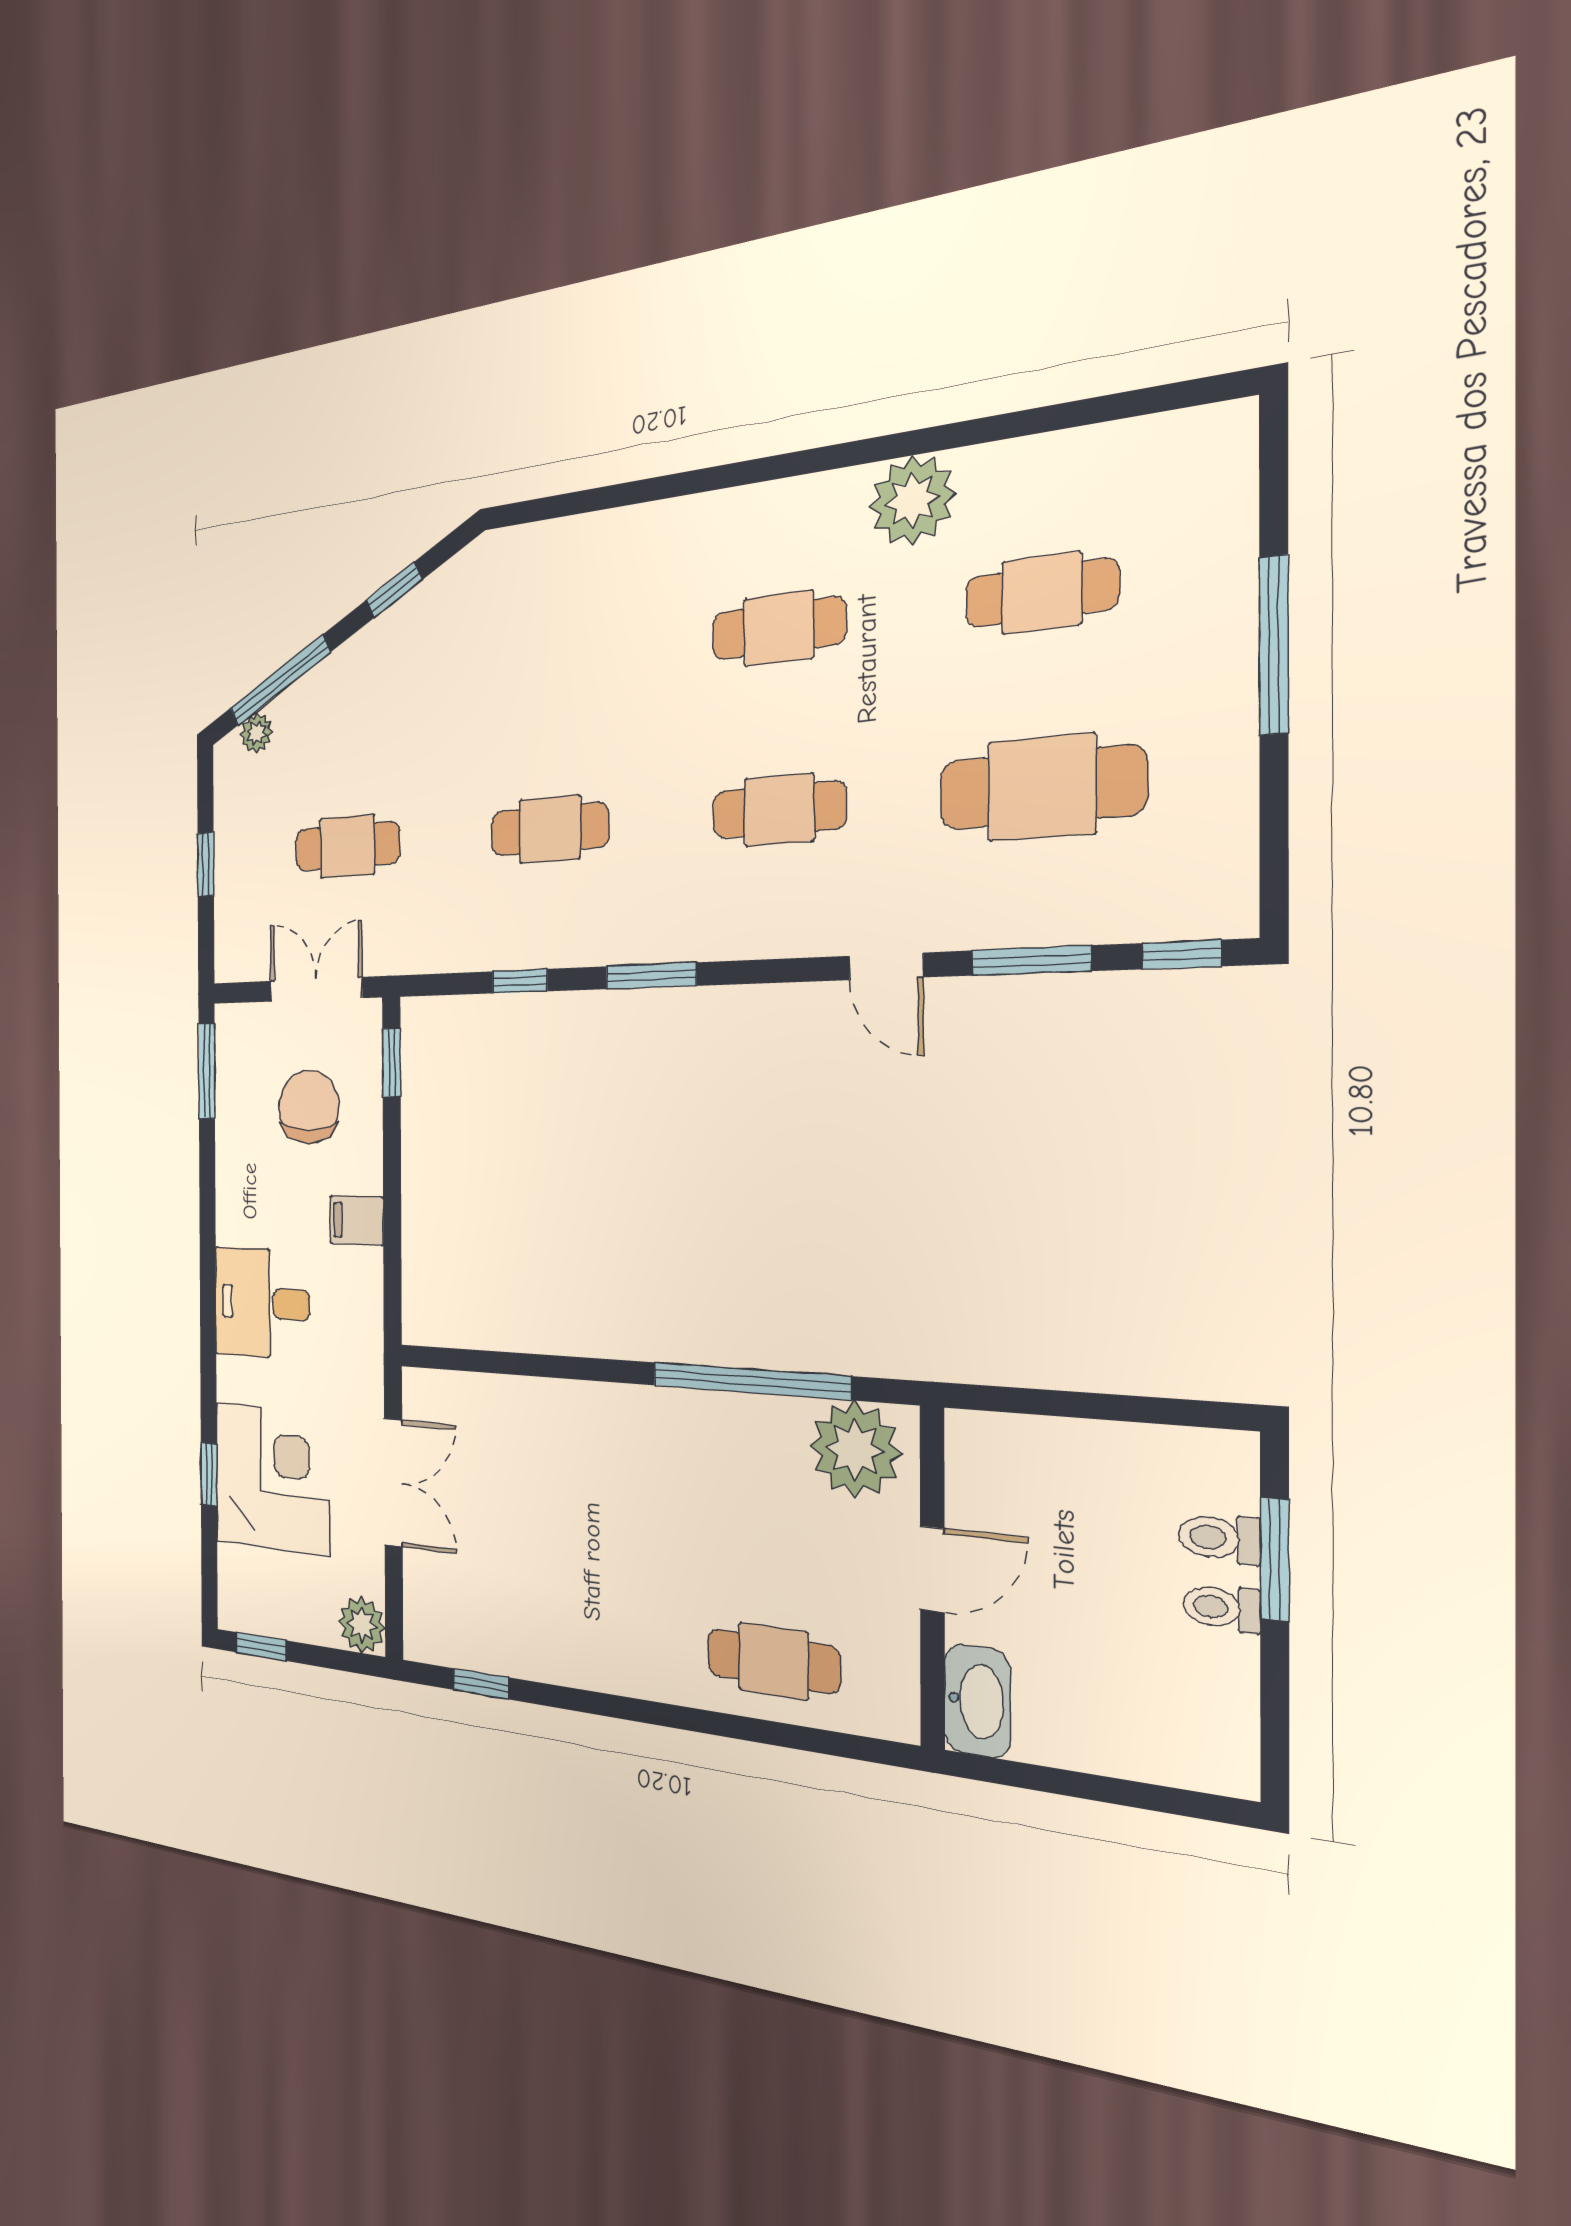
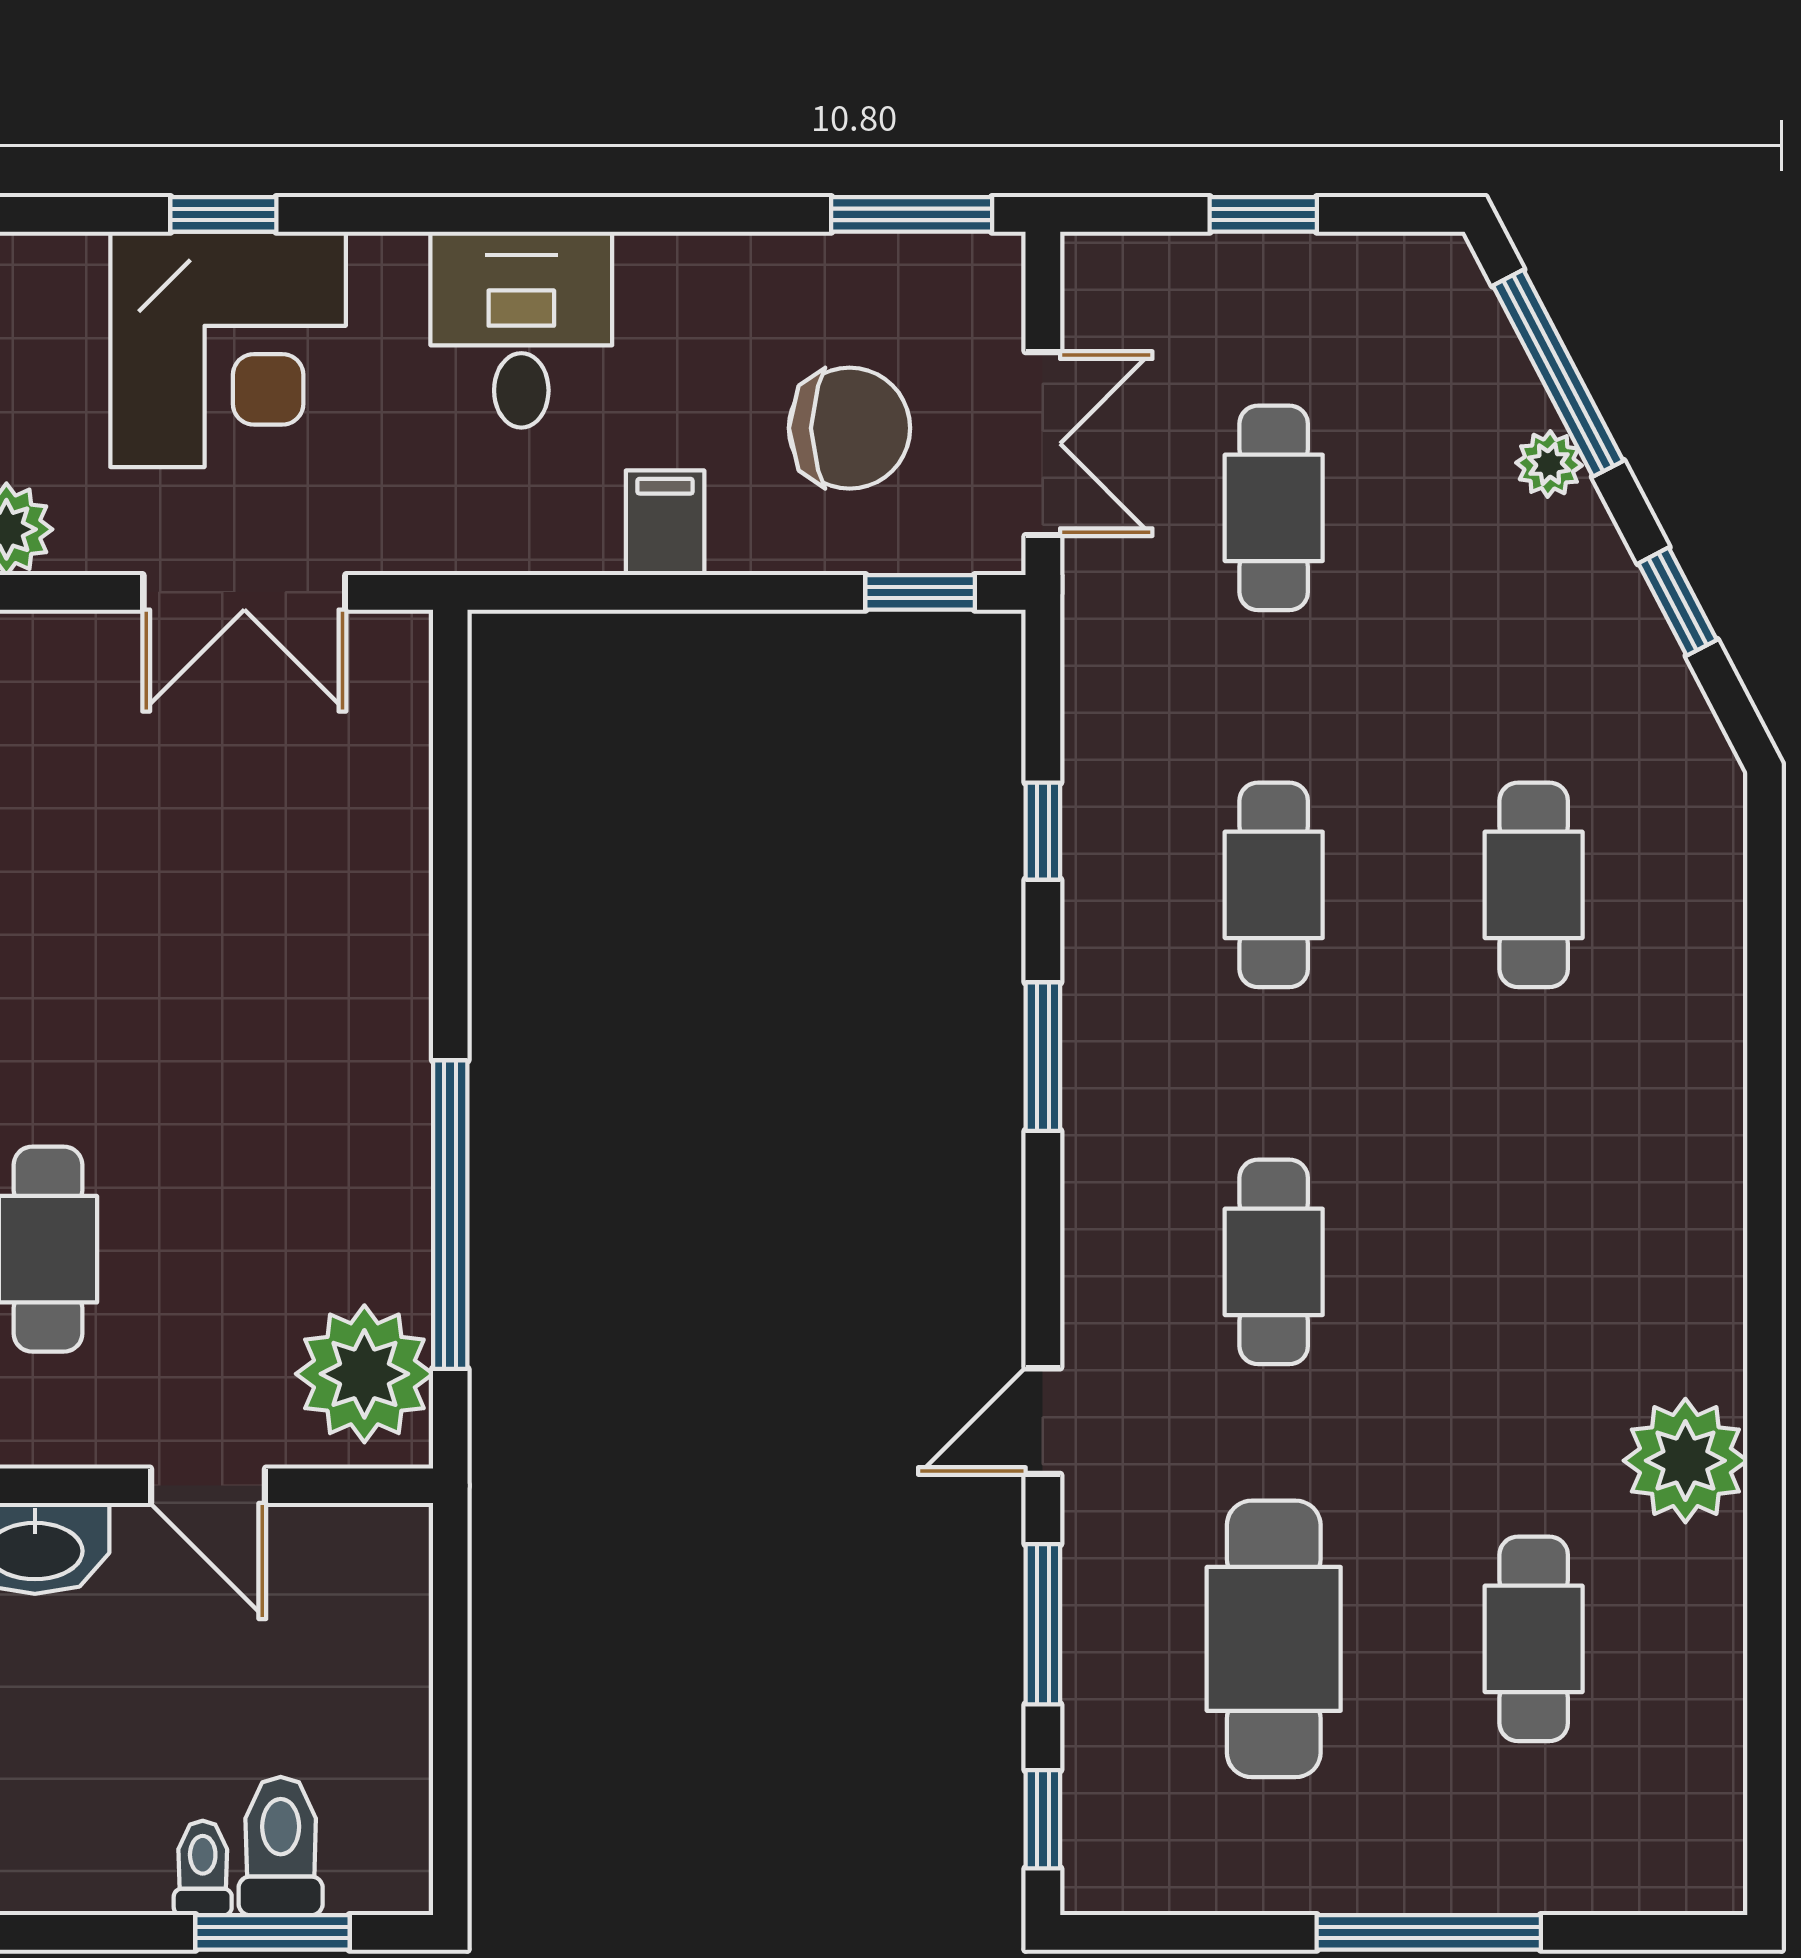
cafe table: (779, 628) -> (1534, 885), moved
plant: (257, 733) -> (1549, 464), moved
toilet: (1219, 1538) -> (281, 1846), width x1.37, depth x1.39

